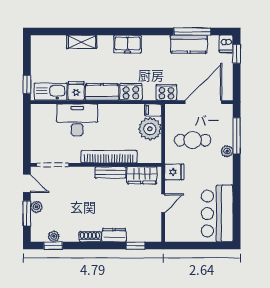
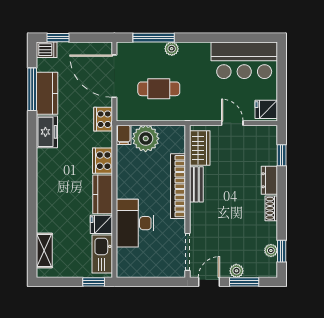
shelving: (82, 42) -> (44, 250), moved
freezer: (128, 44) -> (47, 132), moved
cafe table: (193, 140) -> (159, 89), turned 90
fridge: (174, 172) -> (266, 109), moved, turned -90

